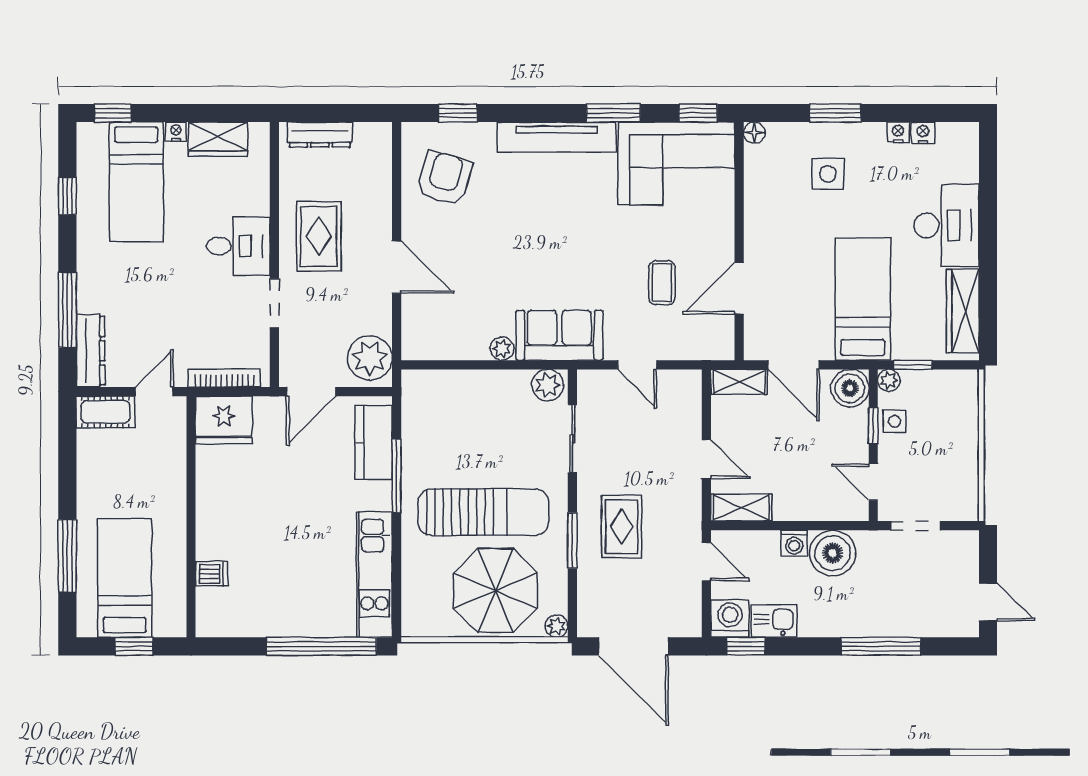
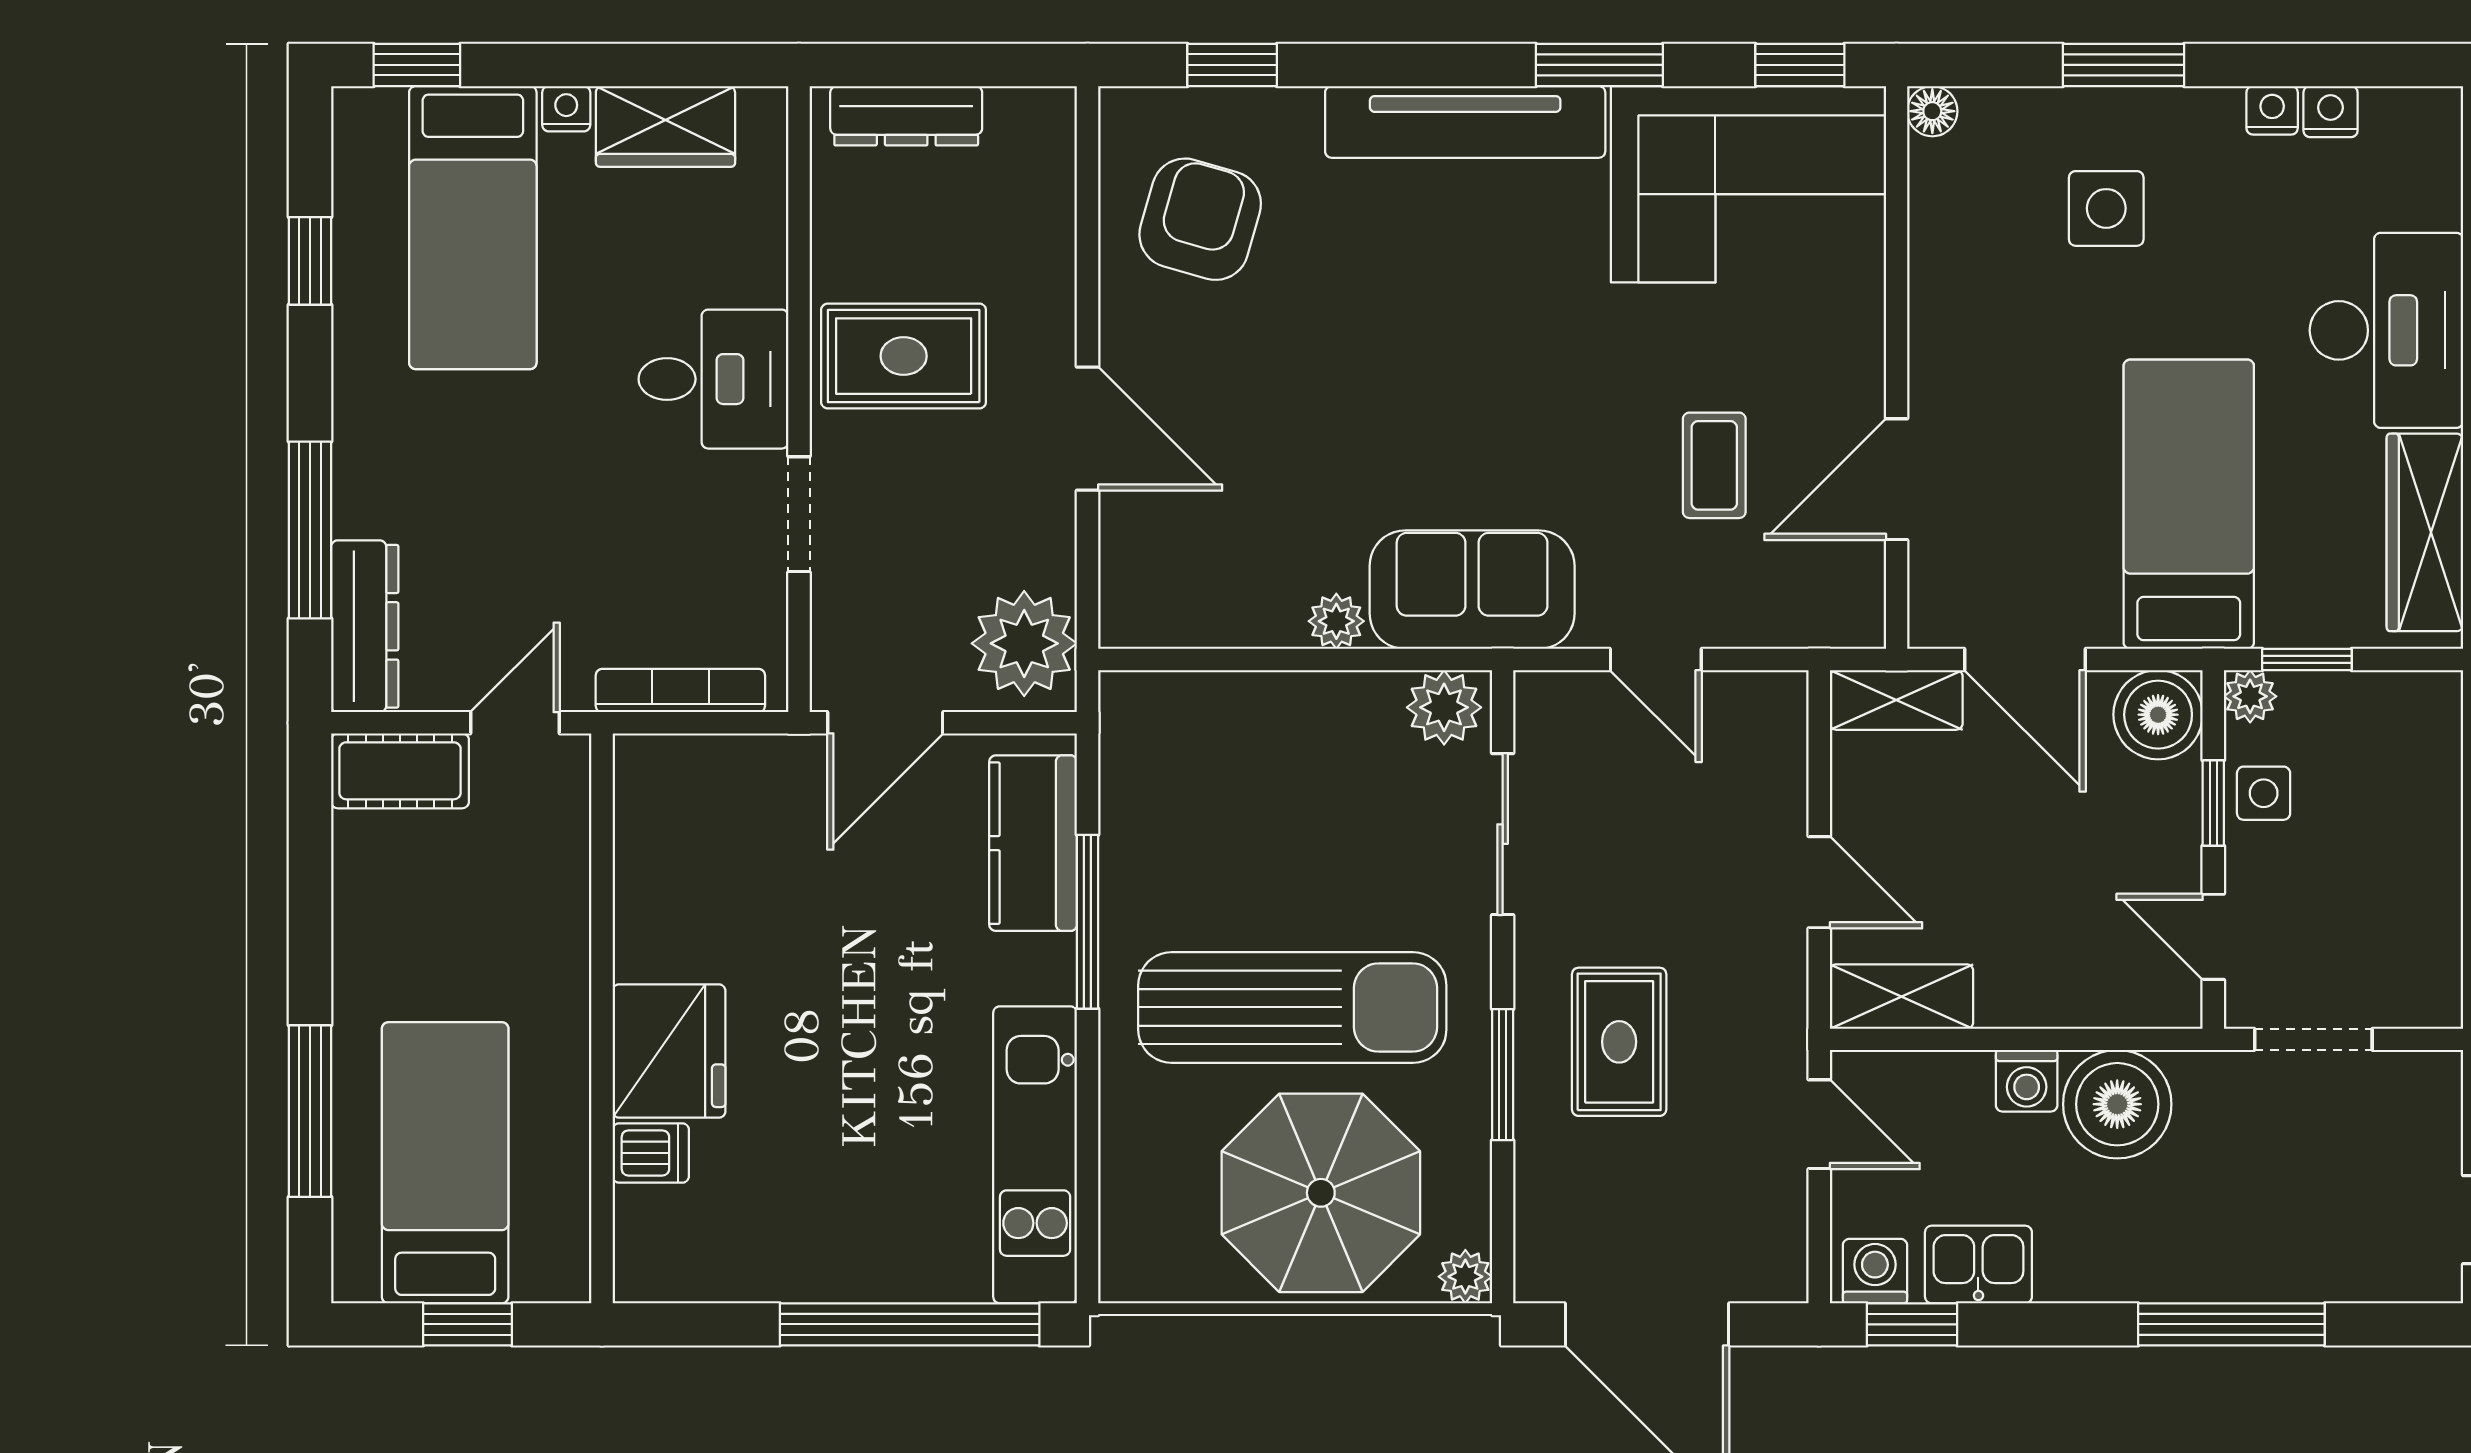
rug: (319, 236) -> (904, 356), turned 90
fridge: (224, 420) -> (669, 1051), moved, turned -90
washing machine: (730, 619) -> (1875, 1271), width x0.73, depth x0.73

